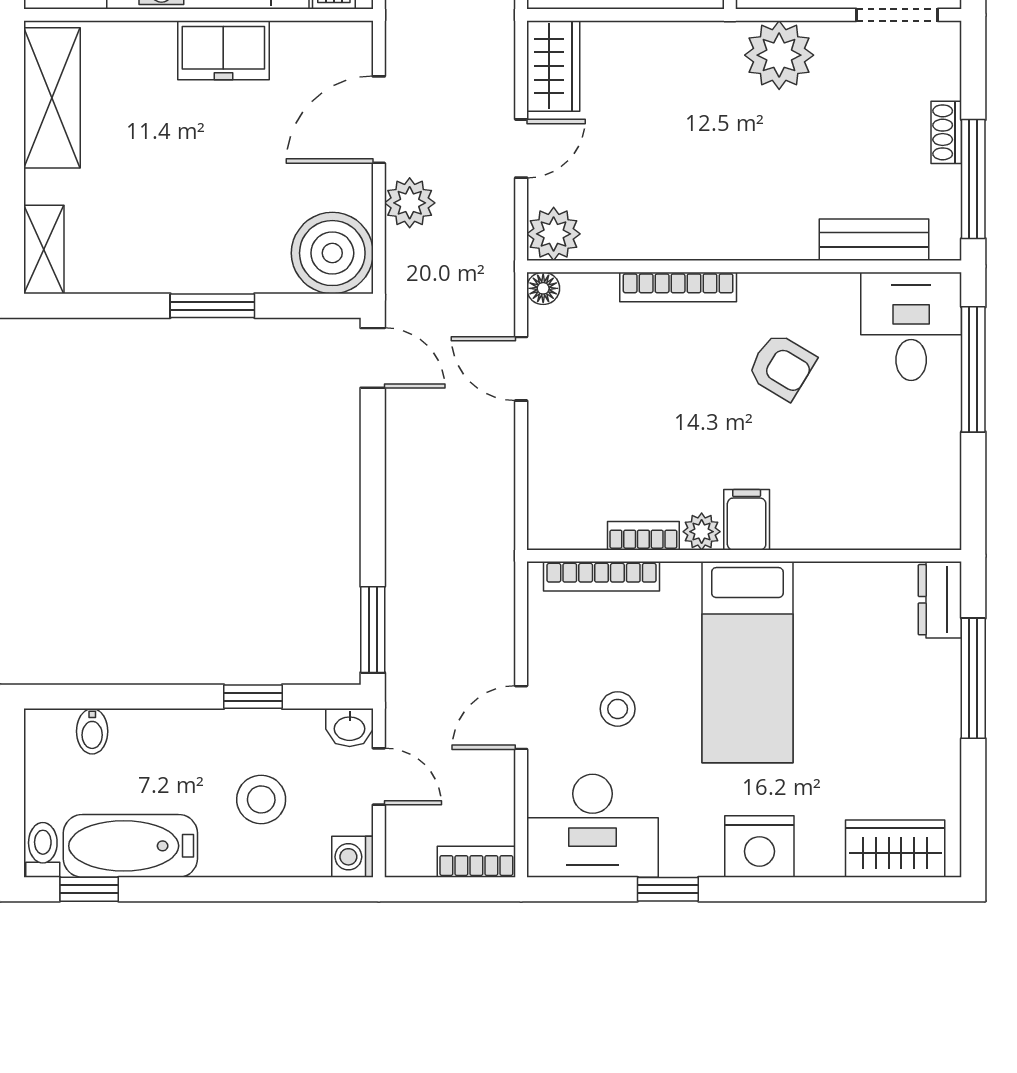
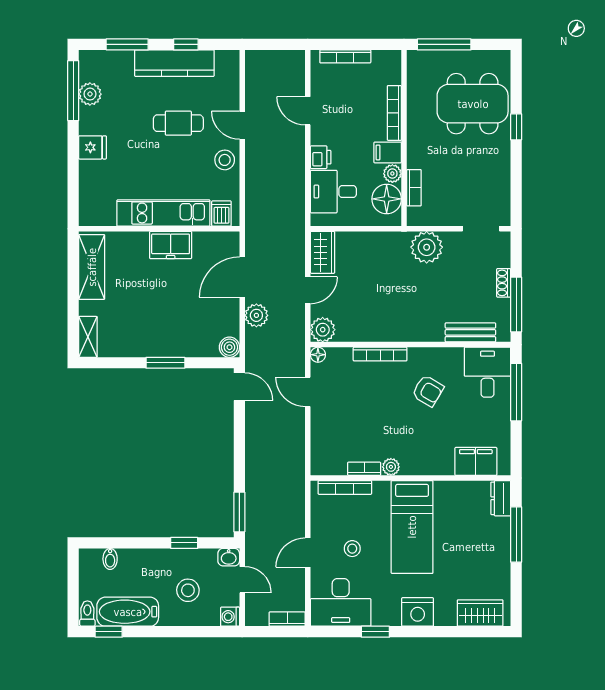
boiler: (332, 253) -> (229, 347), width x0.54, depth x0.54
filing cabinet: (747, 520) -> (476, 461), moved, width x2.00

